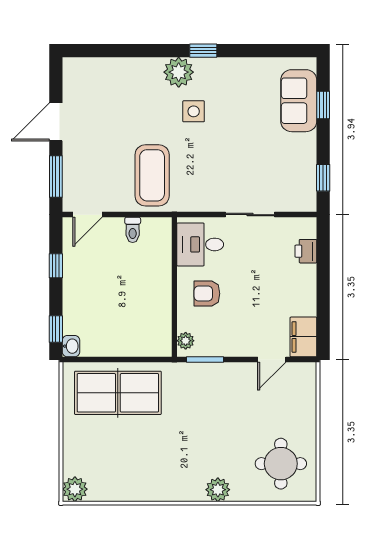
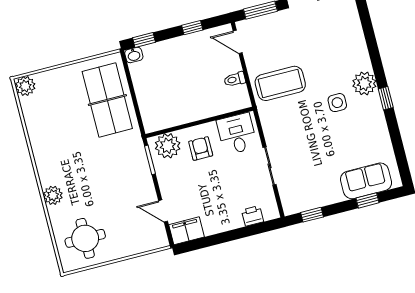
plant: (186, 341) -> (168, 146), width x1.88, depth x1.88

